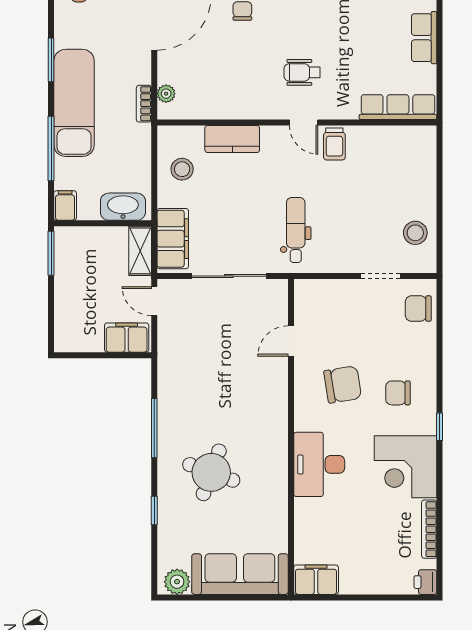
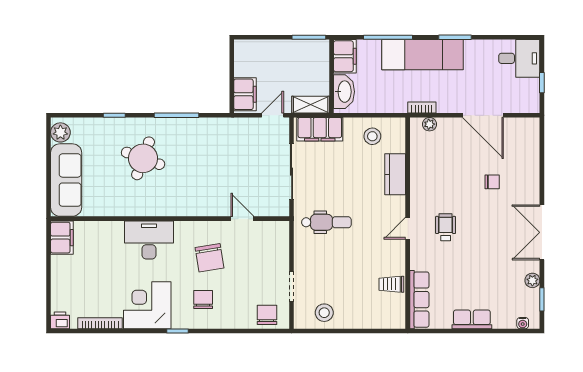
trolley: (334, 144) -> (391, 284), moved
filing cabinet: (65, 205) -> (345, 56), width x2.00

